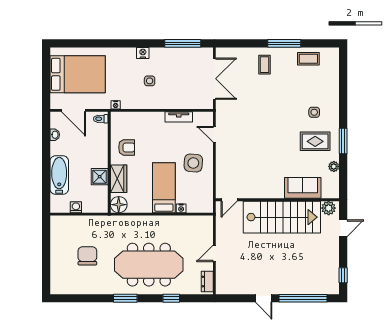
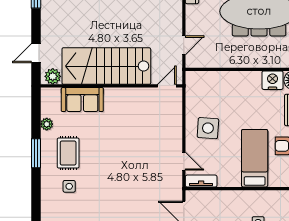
tv unit: (179, 117) -> (201, 181), moved
rug: (315, 141) -> (68, 153), turned 90
bed: (164, 188) -> (255, 158), moved, turned 180
nightstand: (181, 208) -> (273, 80), moved, width x1.89, depth x1.79
door: (214, 253) -> (184, 45), moved

